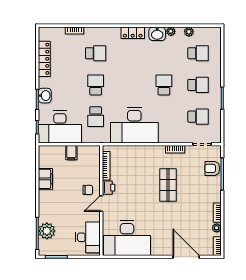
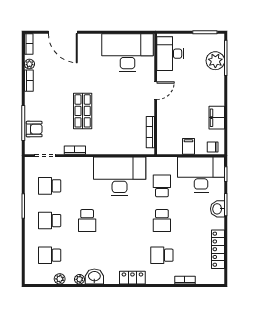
locker: (133, 33) -> (132, 278), moved
printer: (109, 188) -> (148, 108), removed
chair: (88, 190) -> (213, 147), moved

